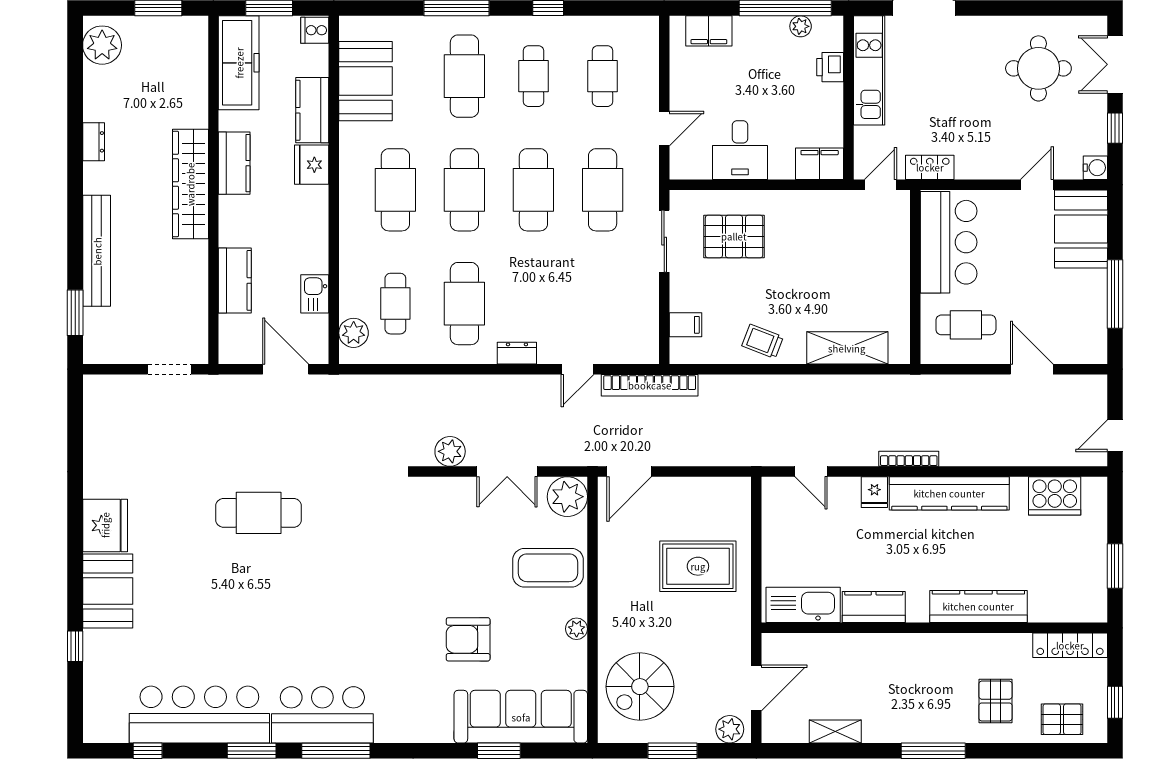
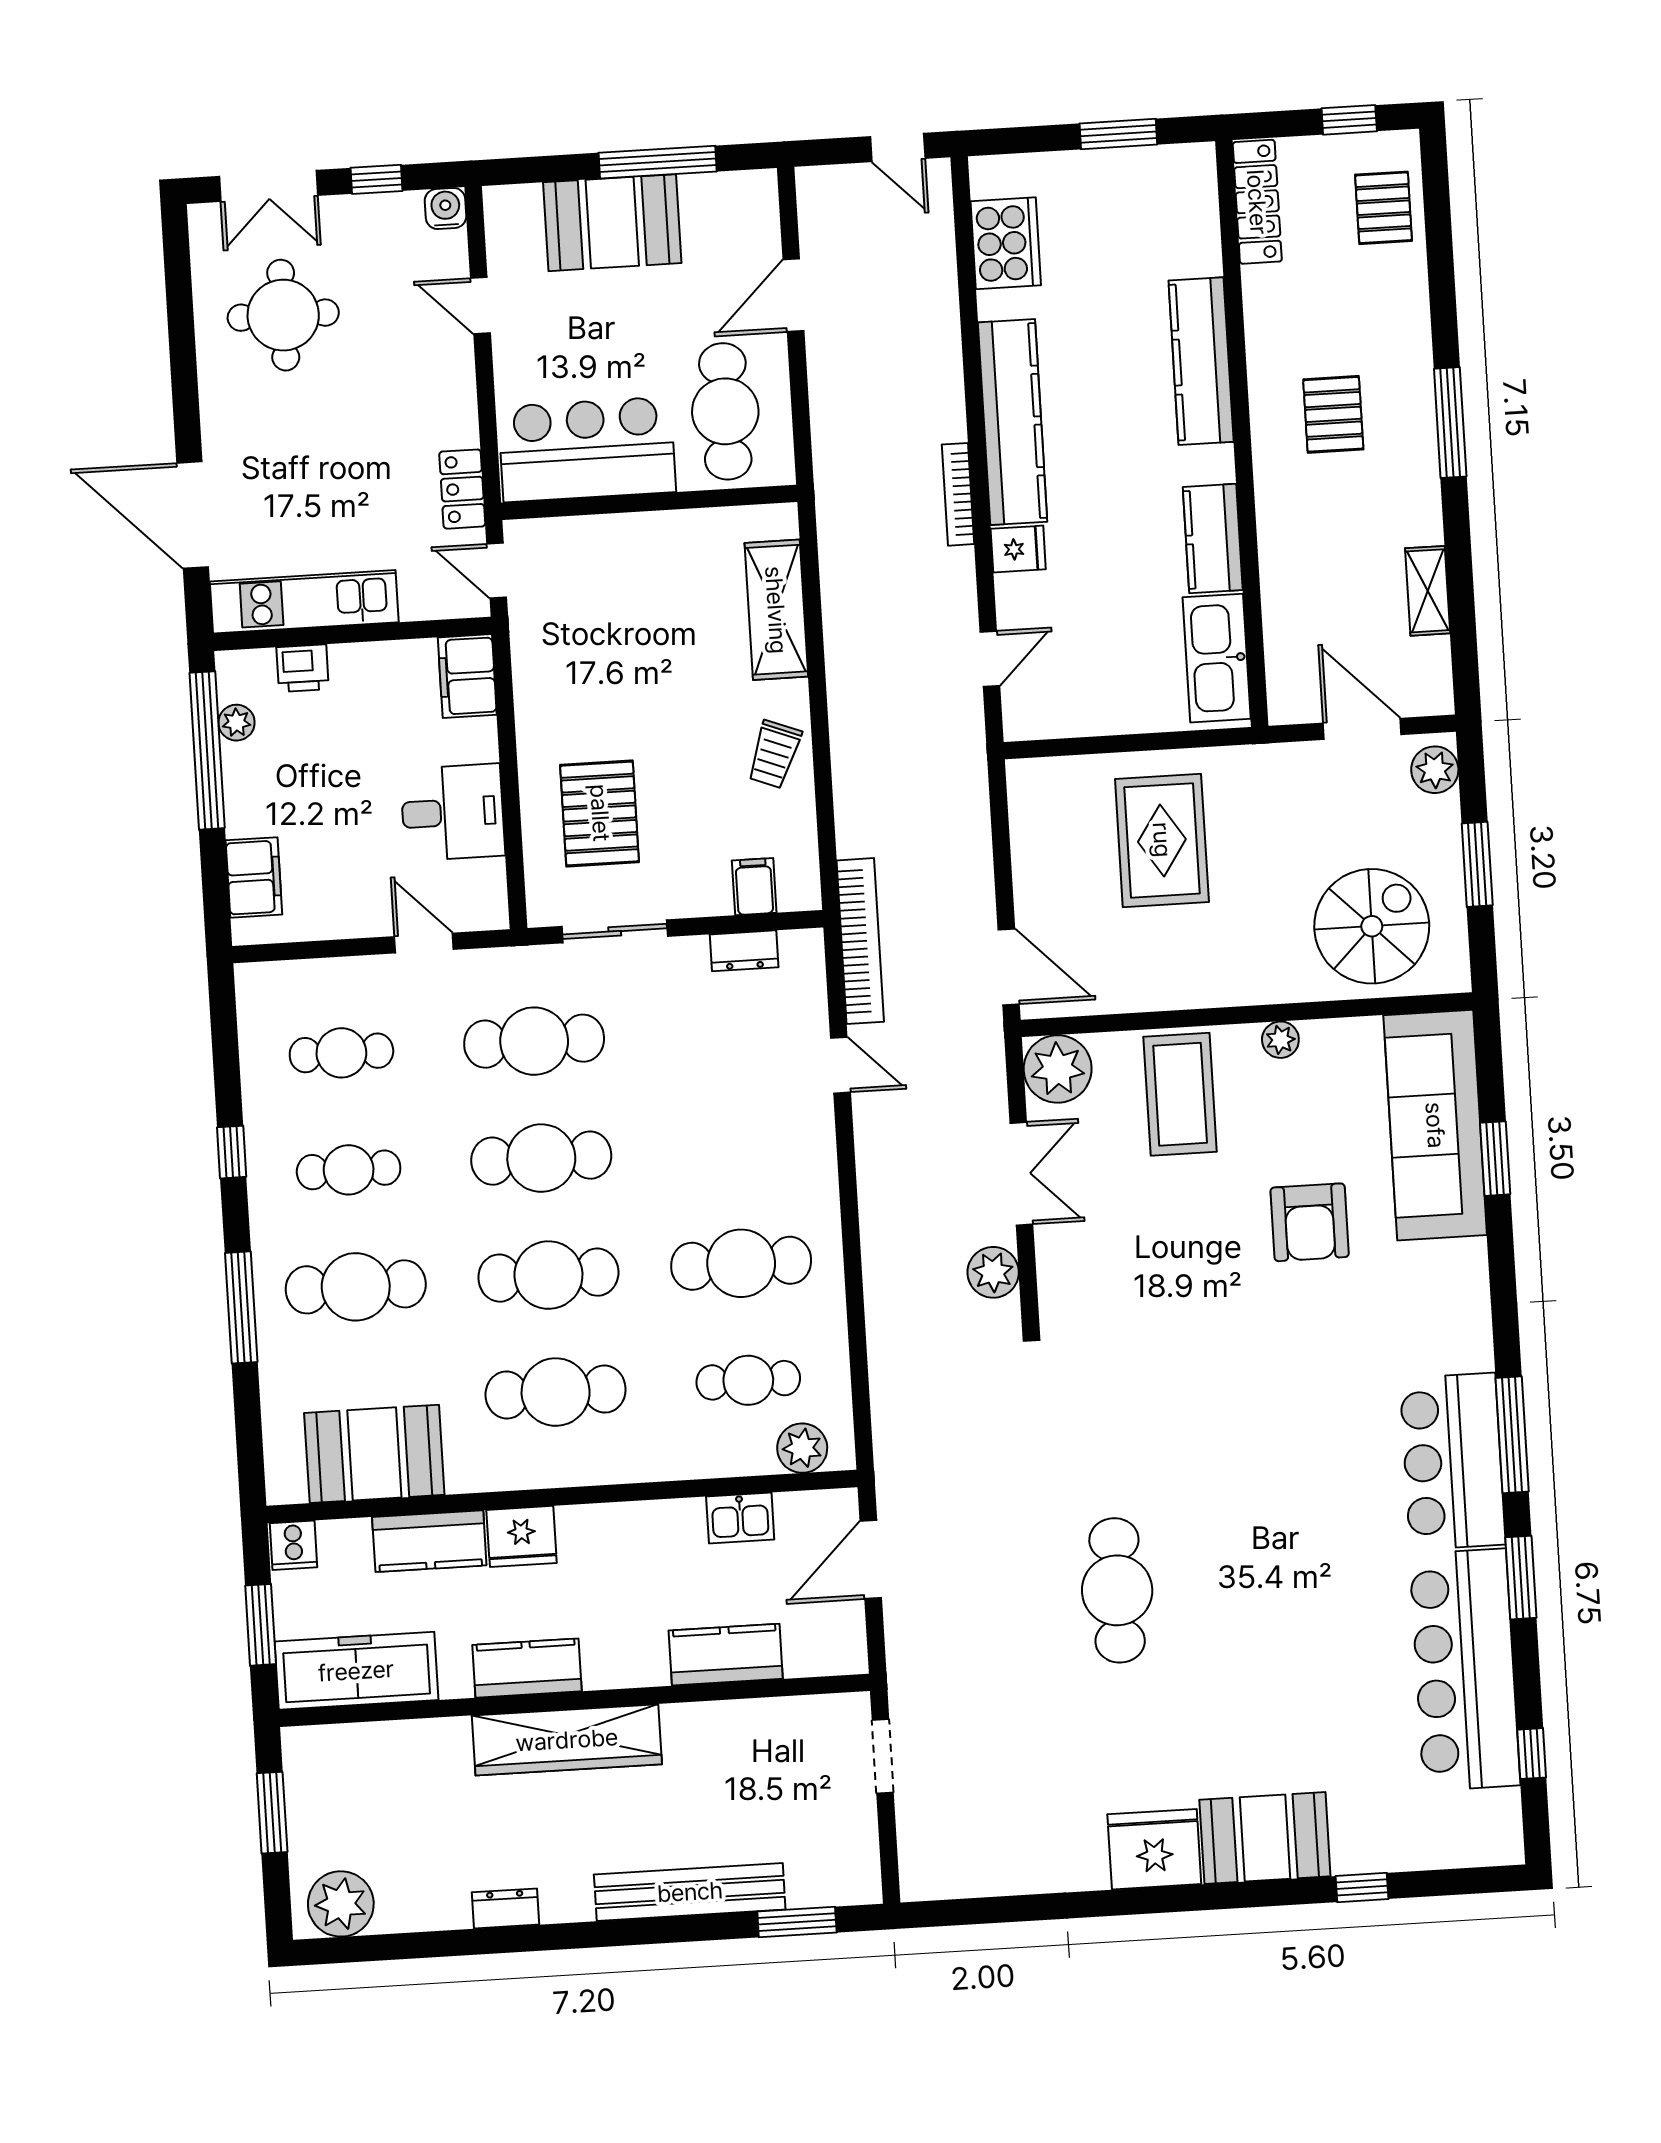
booth: (1081, 229) -> (612, 223), moved
cafe table: (966, 325) -> (725, 411), width x1.37, depth x1.35
dresser: (517, 353) -> (744, 951), moved, turned -90
spiral stairs: (640, 687) -> (1372, 926), turned -90
pallet: (996, 701) -> (1333, 414), moved, turned 90

